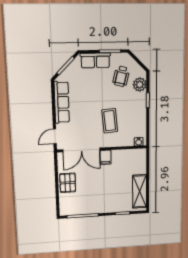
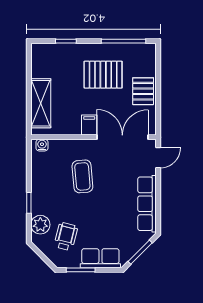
shelving: (140, 191) -> (41, 103), moved
pallet: (96, 192) -> (103, 75), added

